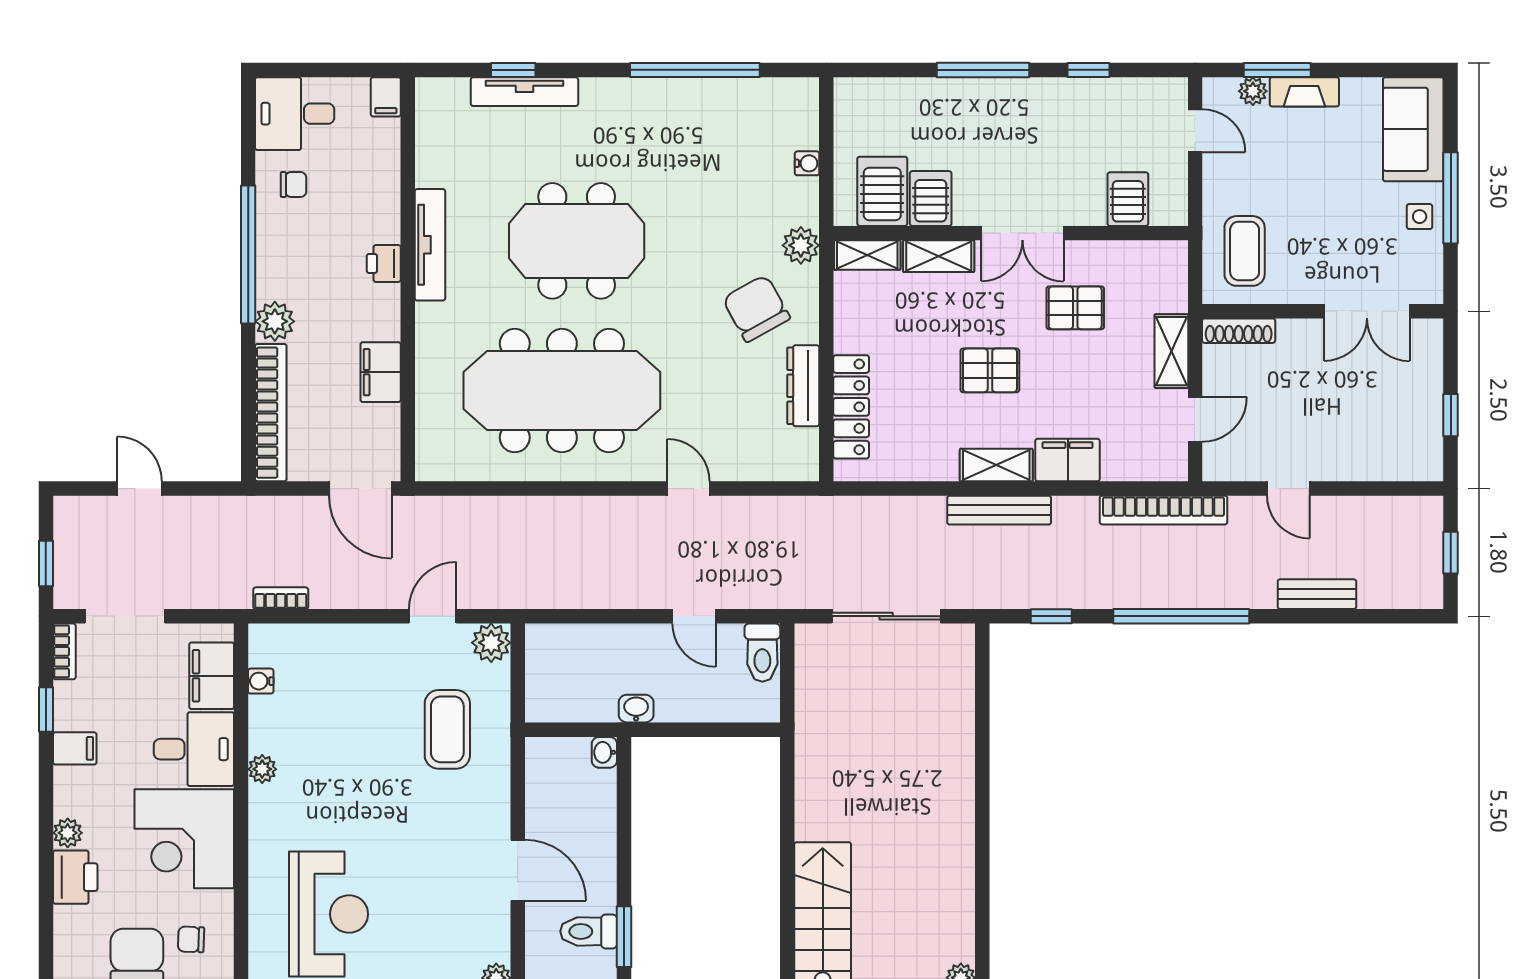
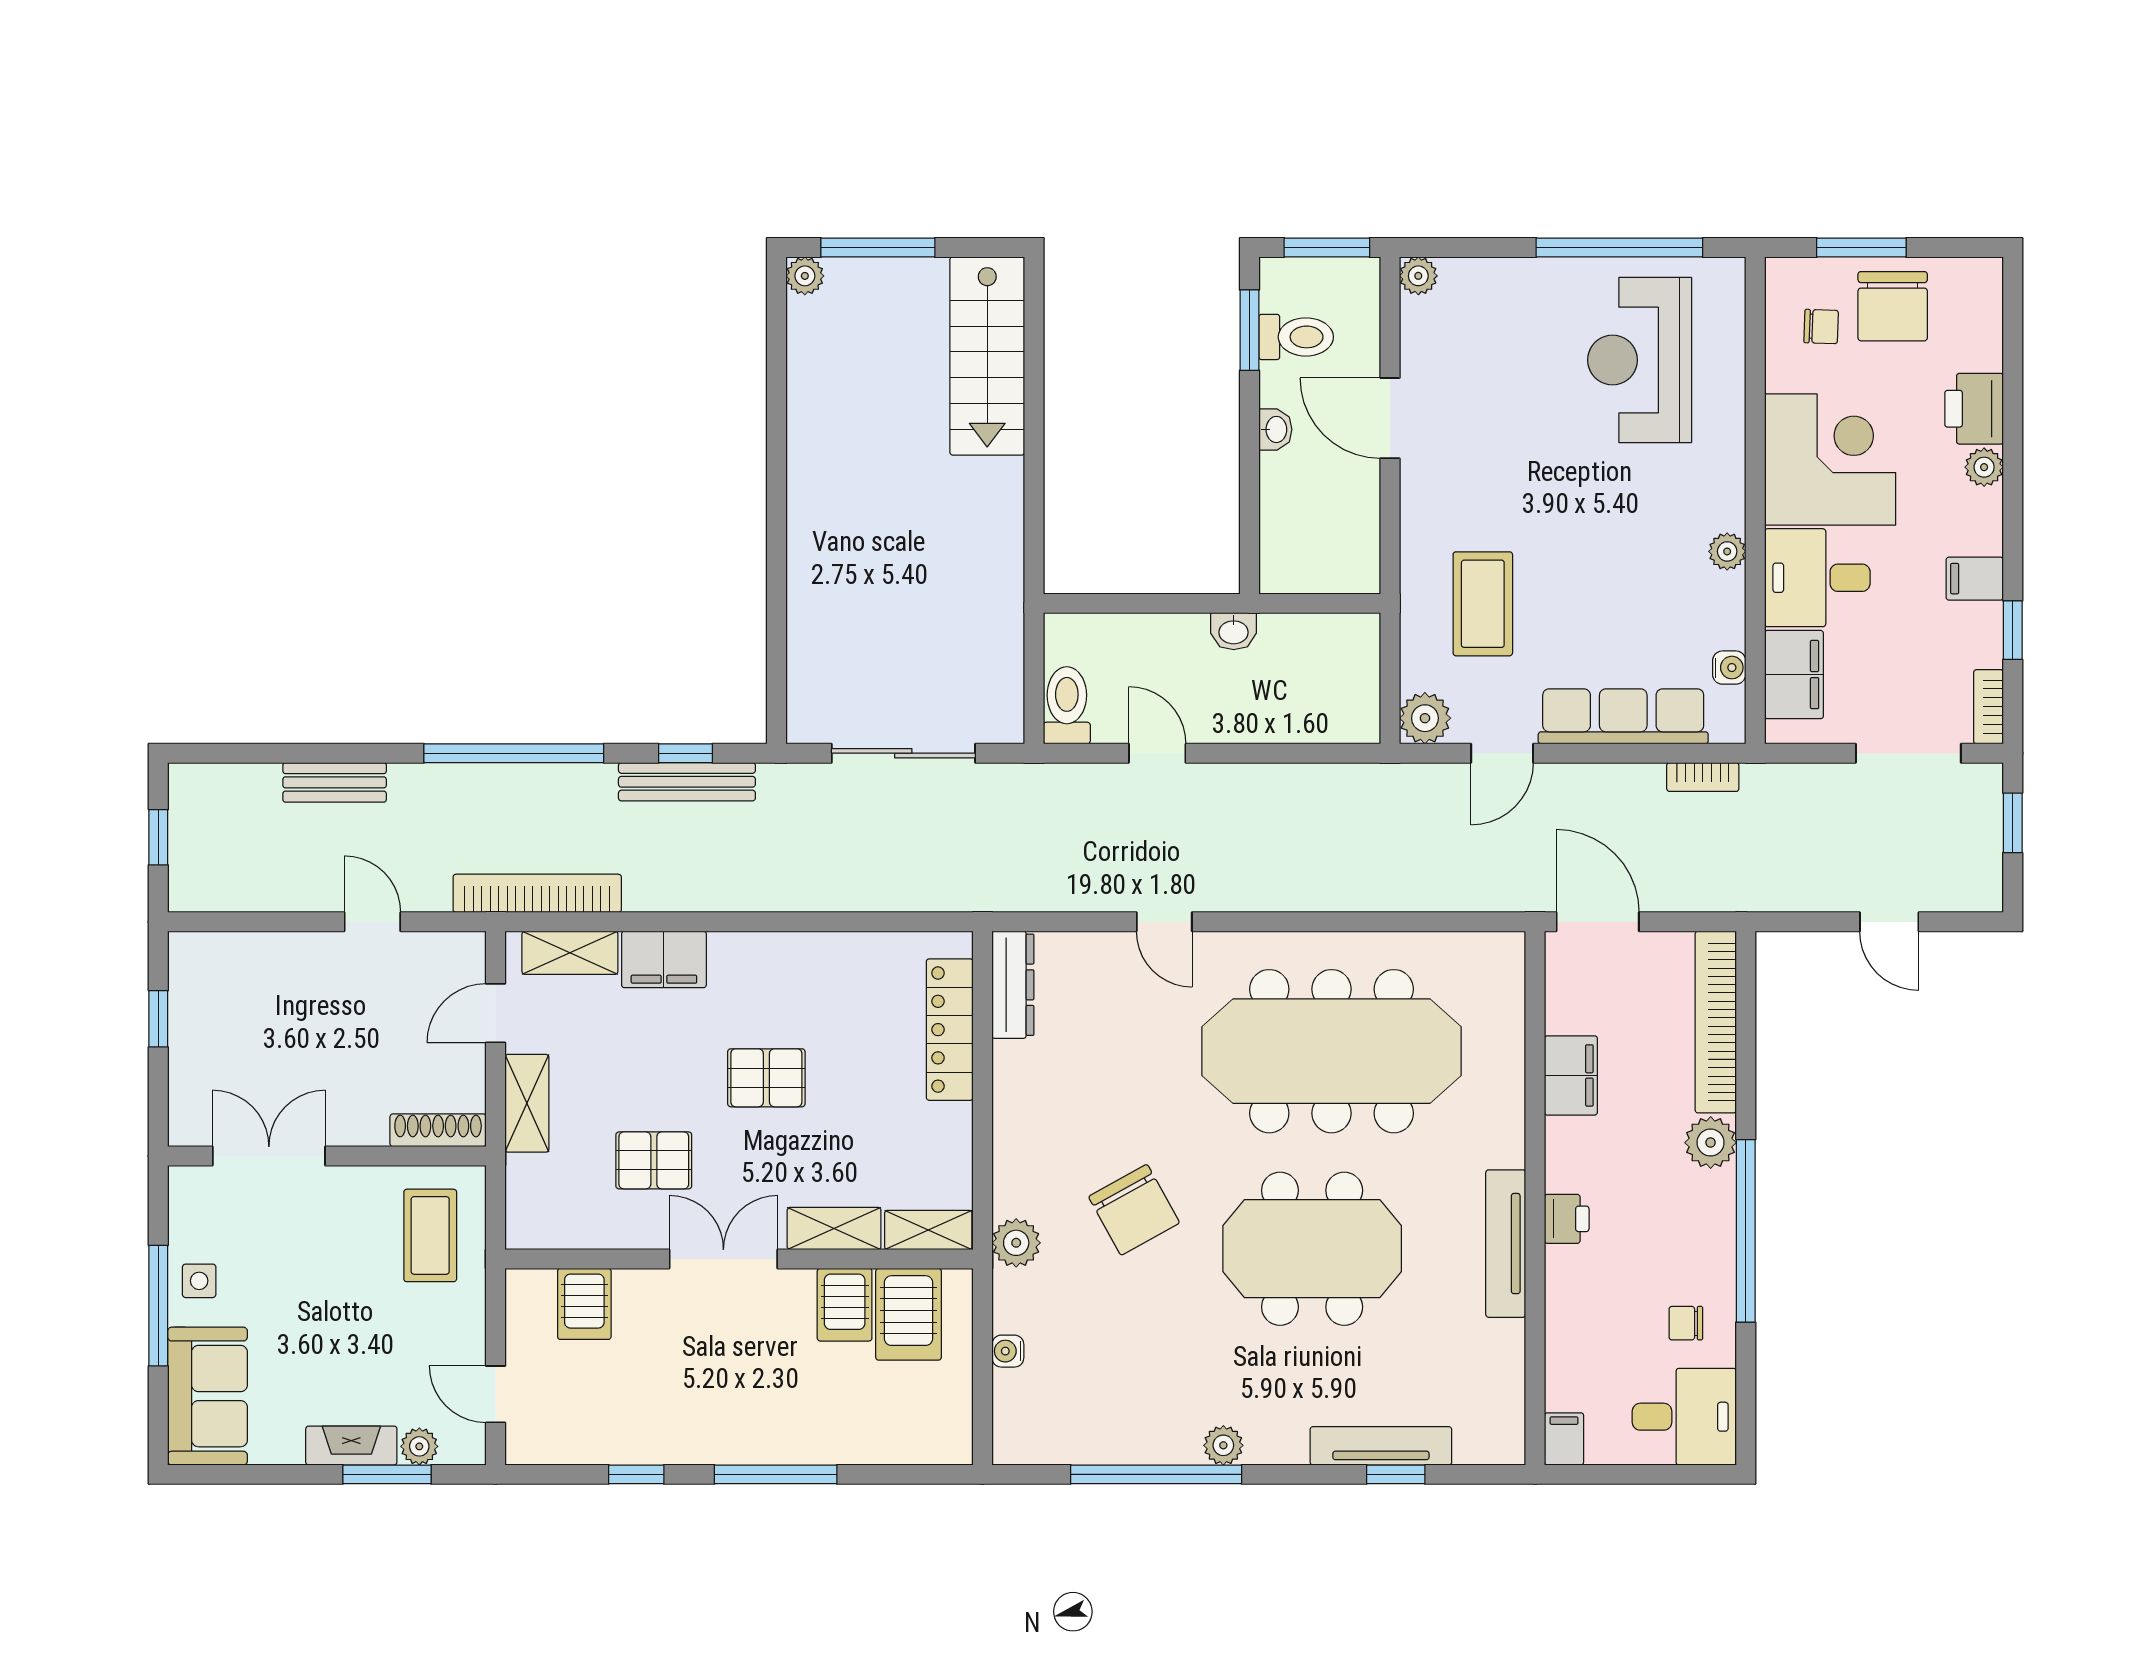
plant: (644, 92) -> (1223, 1445), added
chair: (756, 308) -> (1134, 1210), moved
dresser: (803, 386) -> (1013, 985), moved
shelving: (996, 465) -> (570, 953), moved
bench: (999, 510) -> (687, 782), moved
row of seats: (341, 644) -> (1623, 716), added
washbasin: (604, 752) -> (1275, 429), moved

